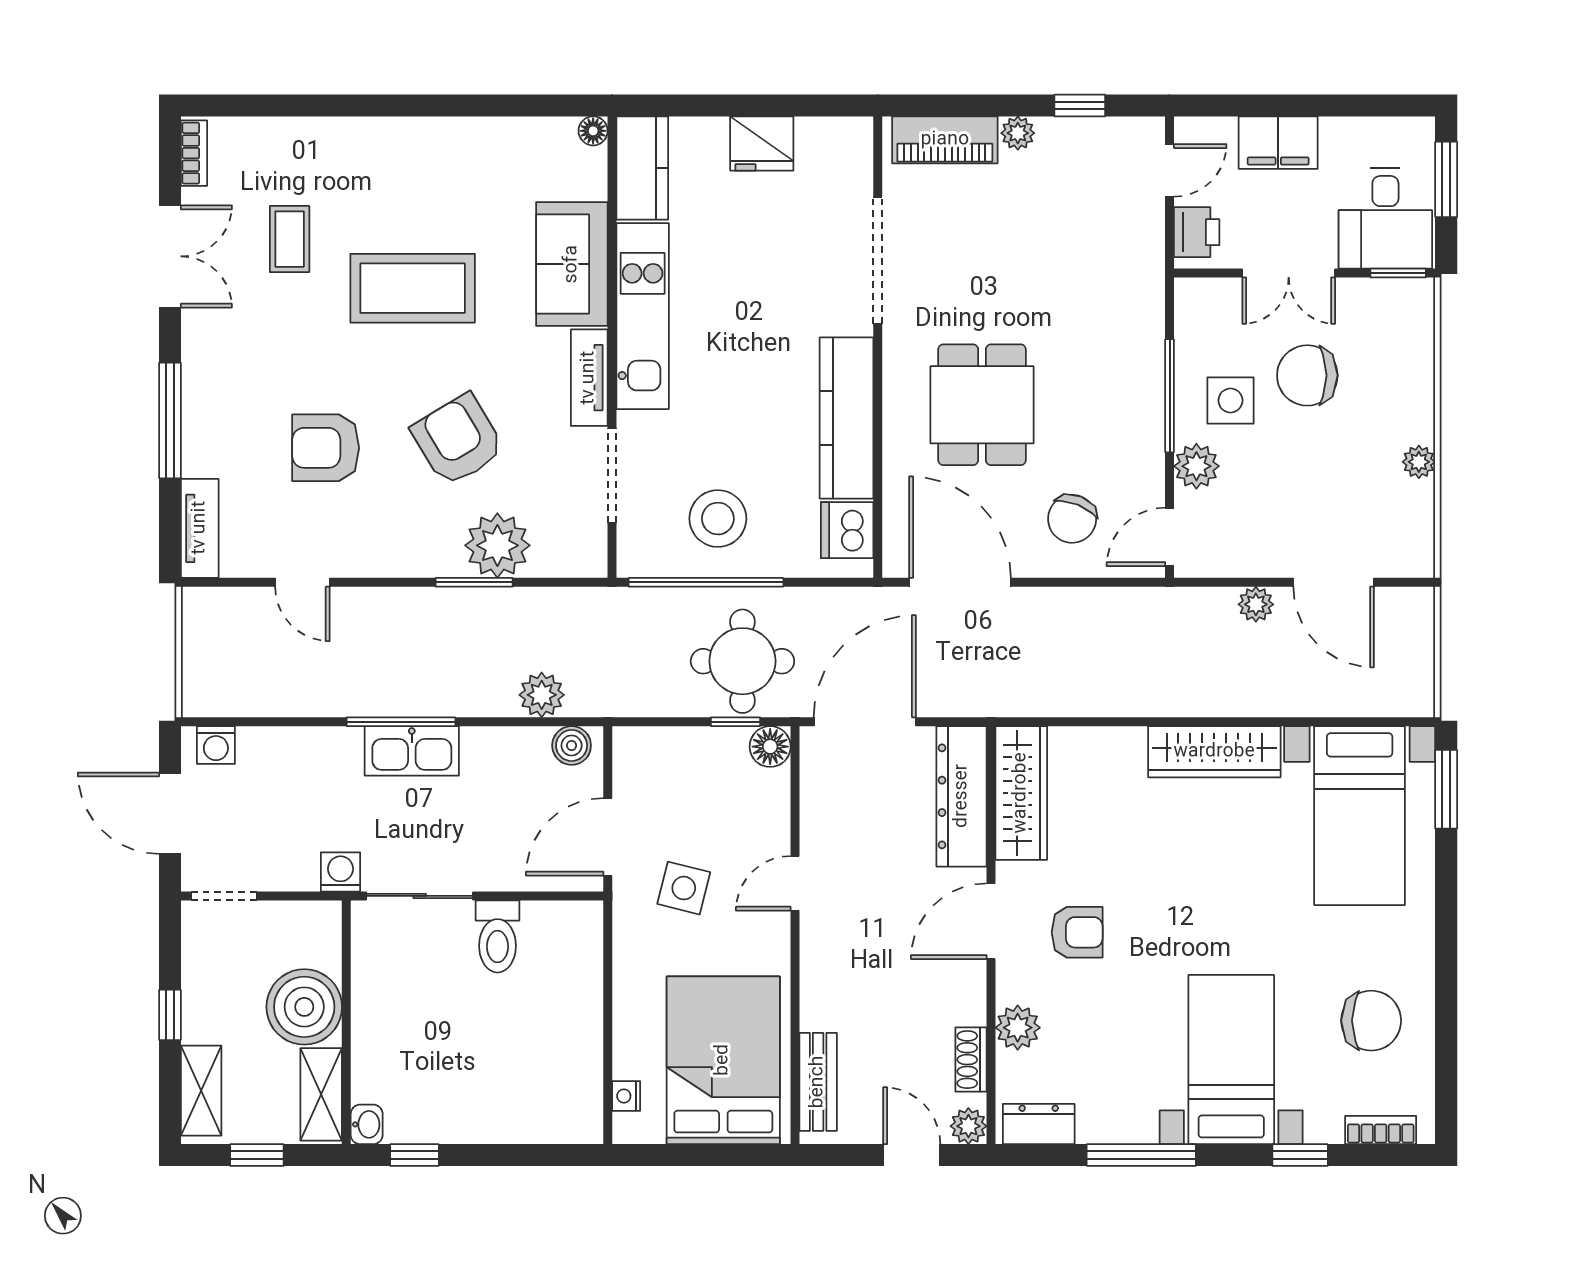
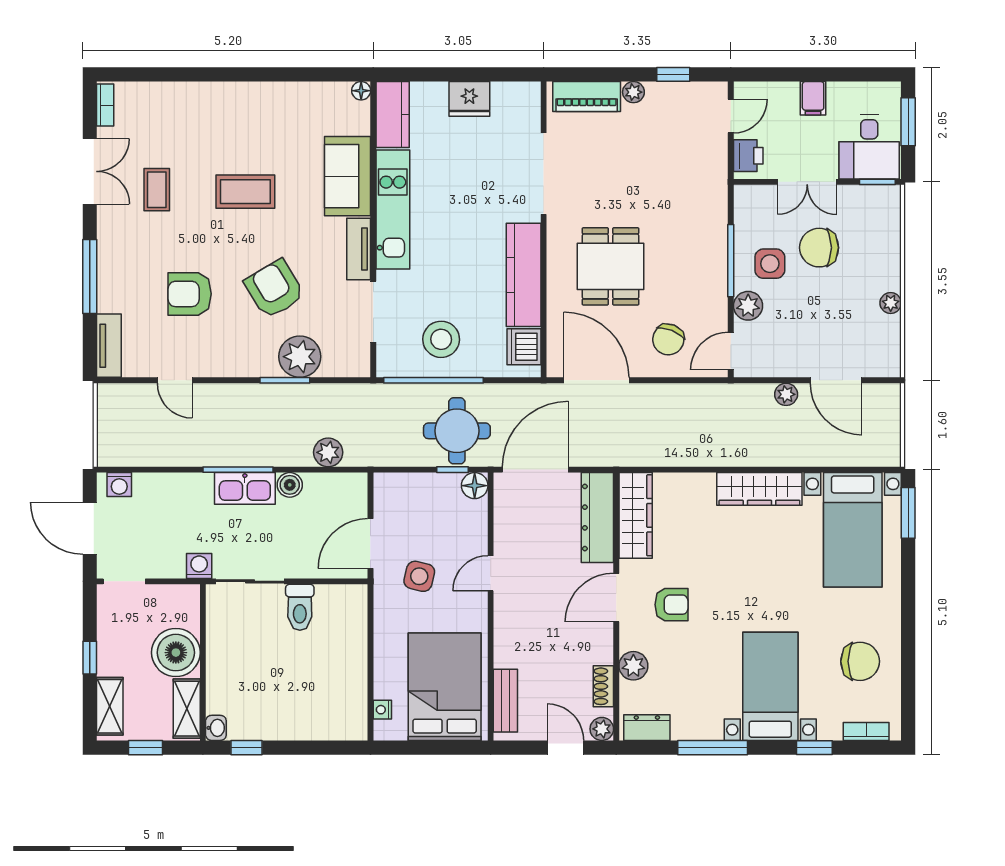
filing cabinet: (1278, 143) -> (813, 98), width x0.50
coffee table: (290, 239) -> (157, 190), moved
coffee table: (413, 288) -> (245, 192), width x0.73, depth x0.76
boiler: (572, 745) -> (290, 485), moved

